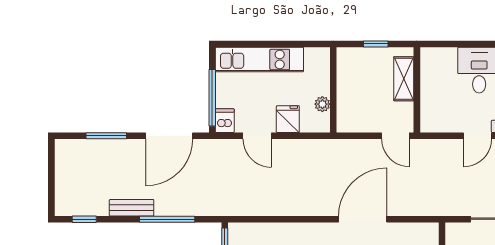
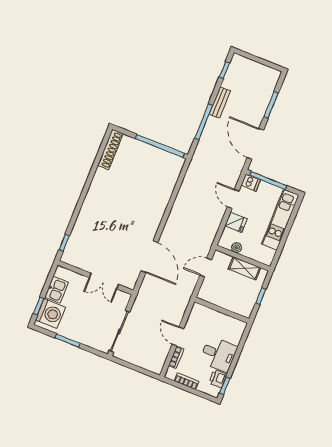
shelving: (404, 79) -> (244, 268), moved
door: (257, 136) -> (233, 199), hinge flipped
door: (395, 136) -> (206, 268), moved
door: (363, 219) -> (149, 257), moved

